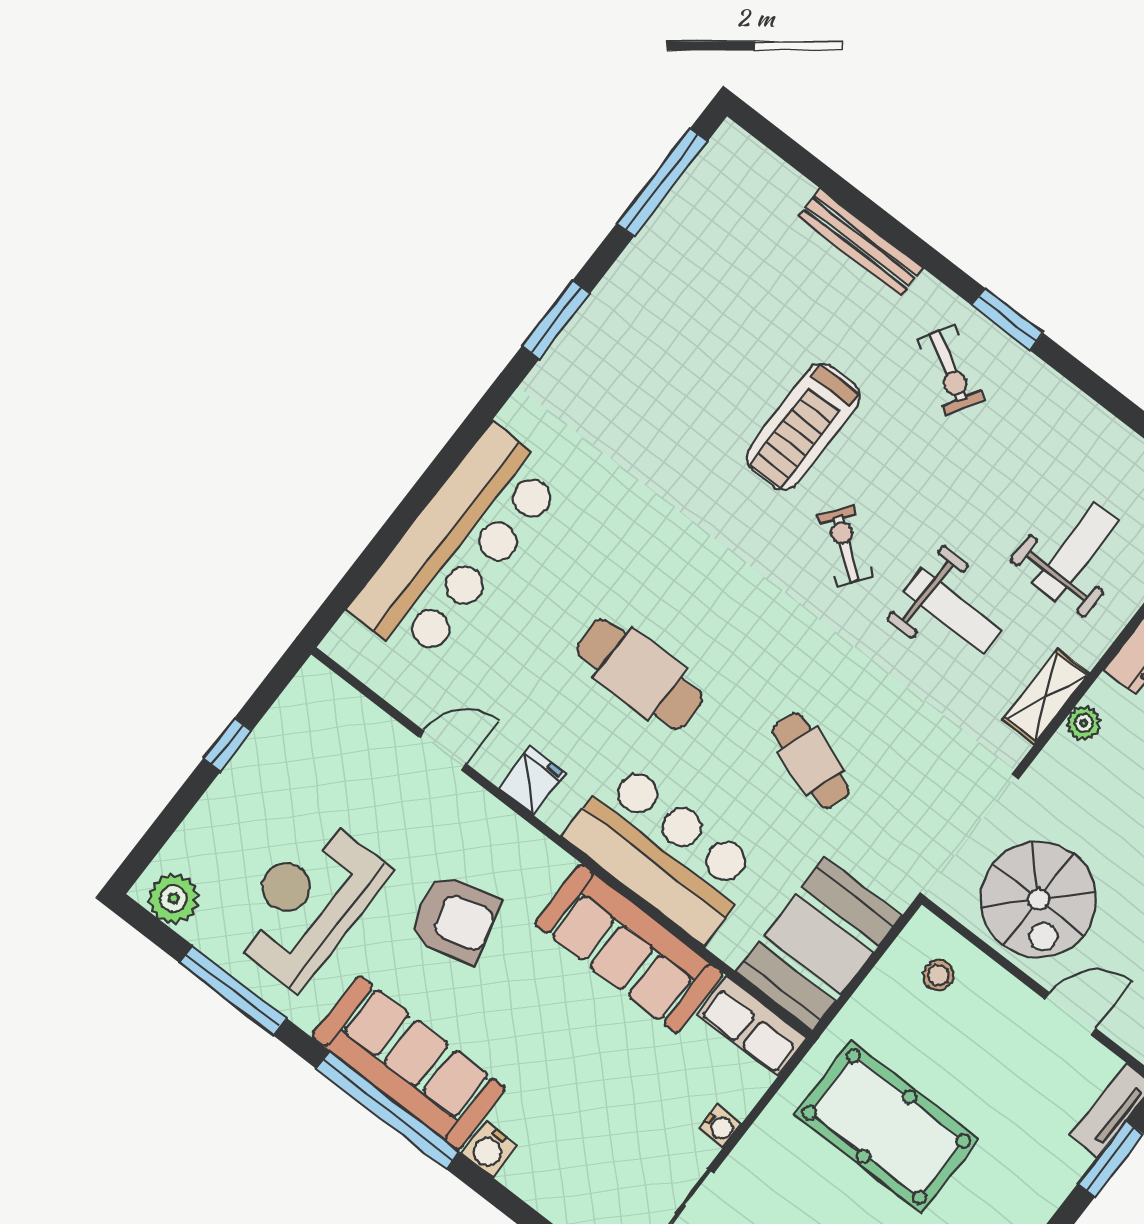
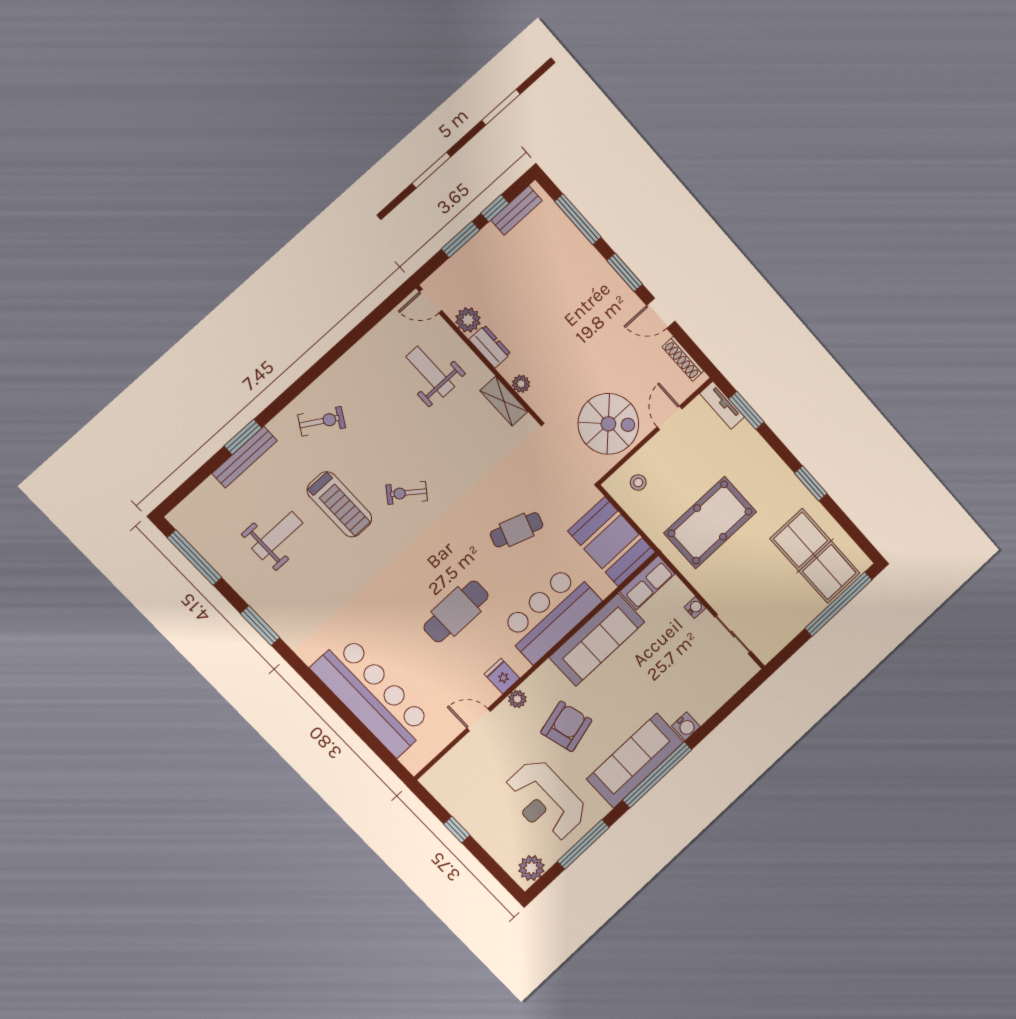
window: (1007, 319) -> (243, 437), moved
weight bench: (952, 611) -> (277, 536), moved
door: (442, 750) -> (479, 720), hinge flipped
plant: (493, 817) -> (517, 699), added

